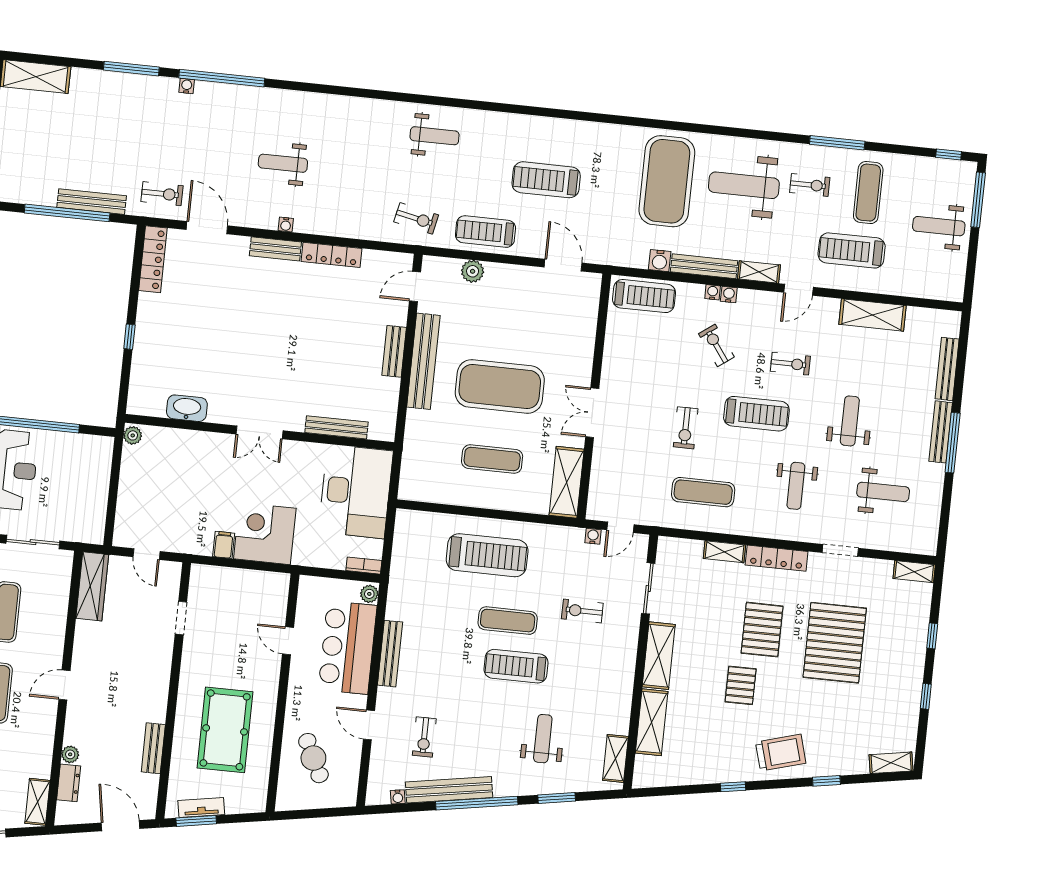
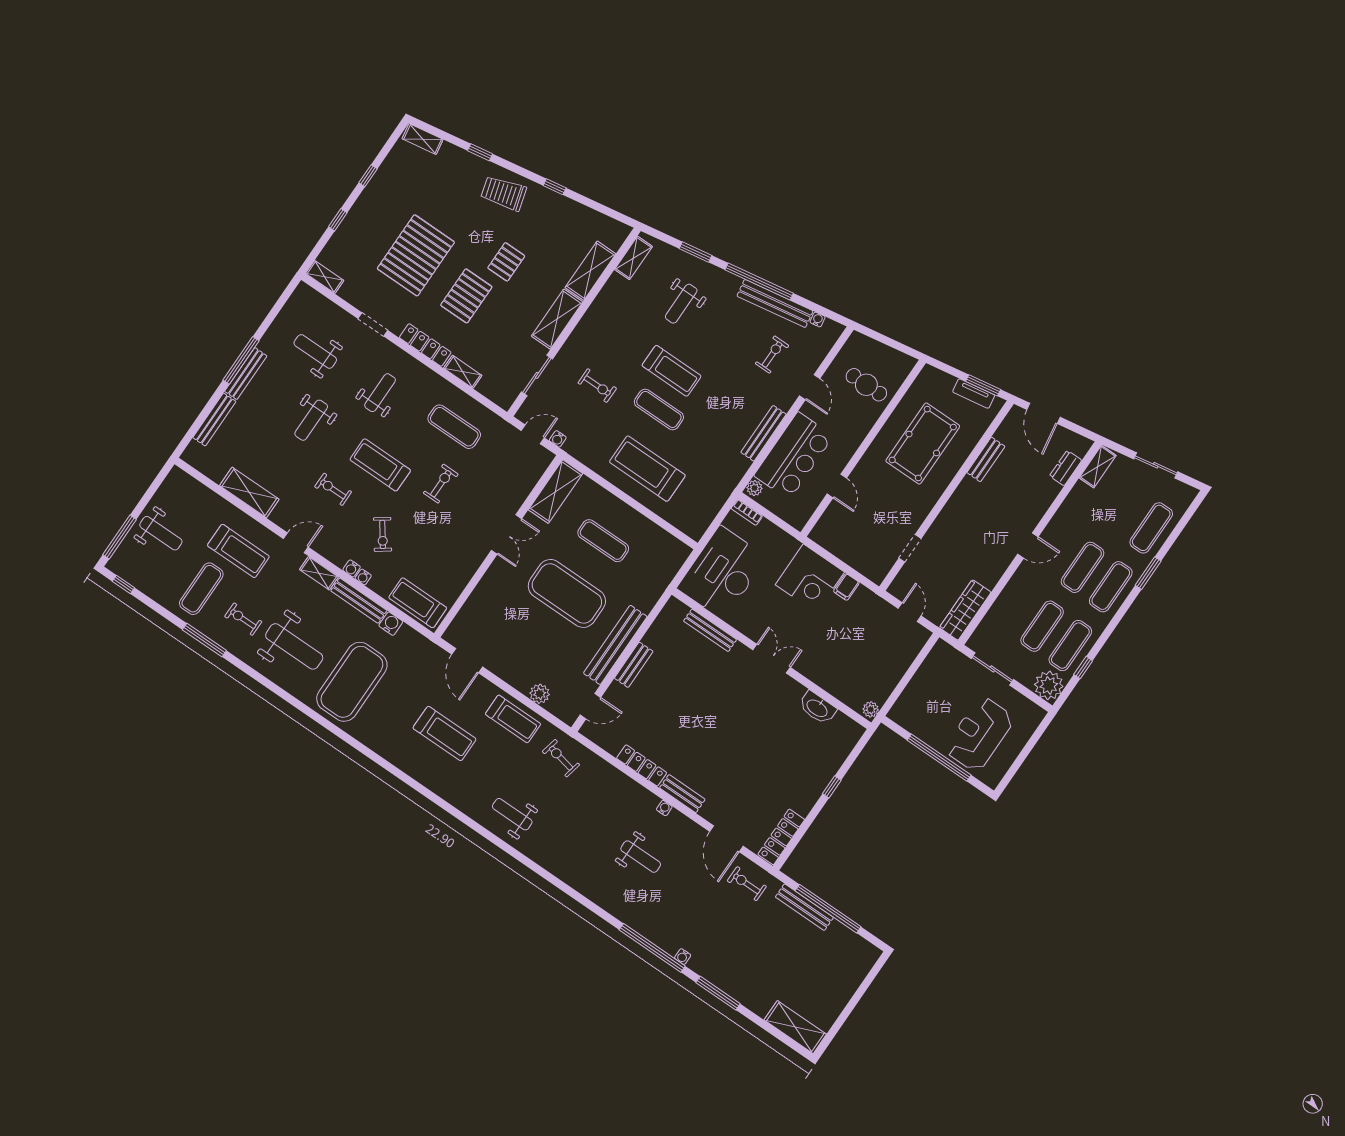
plant: (70, 754) -> (1053, 489), removed
cafe table: (313, 758) -> (866, 385), turned -64

